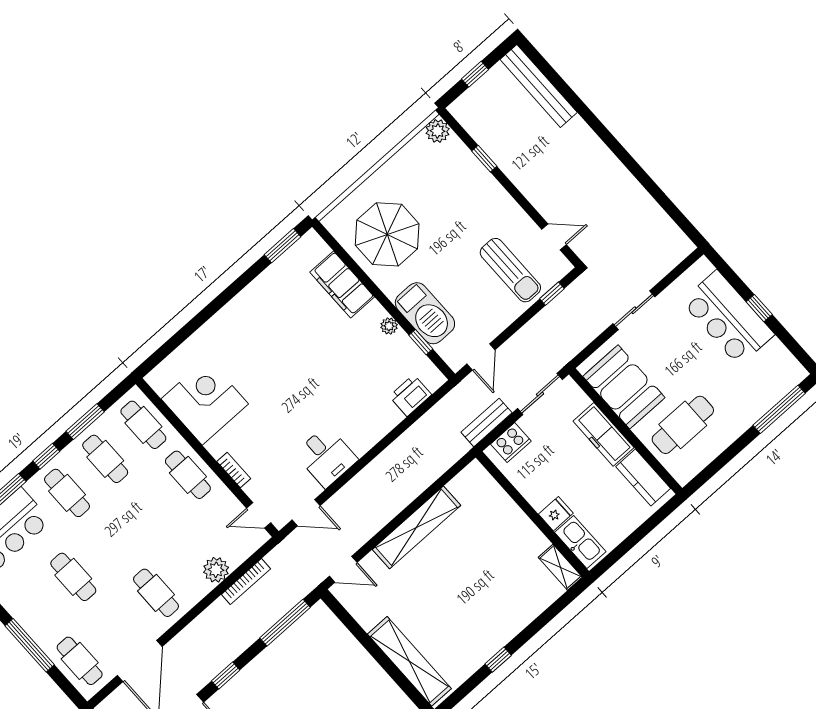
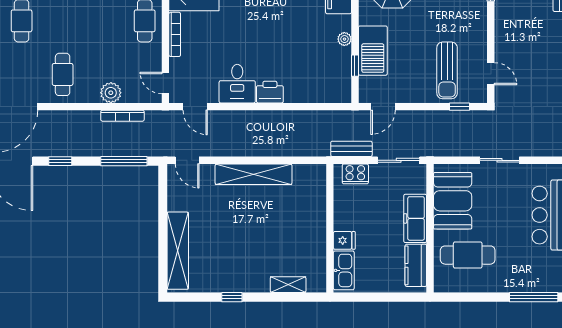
printer: (410, 396) -> (270, 92), moved
bookcase: (234, 470) -> (175, 34), width x1.56
shelving: (560, 567) -> (288, 285), moved, turned 90

